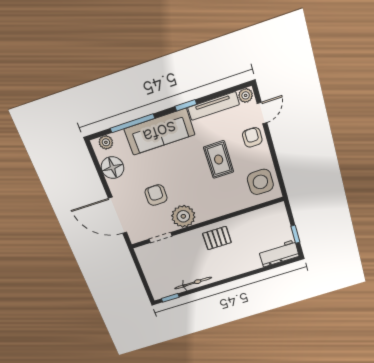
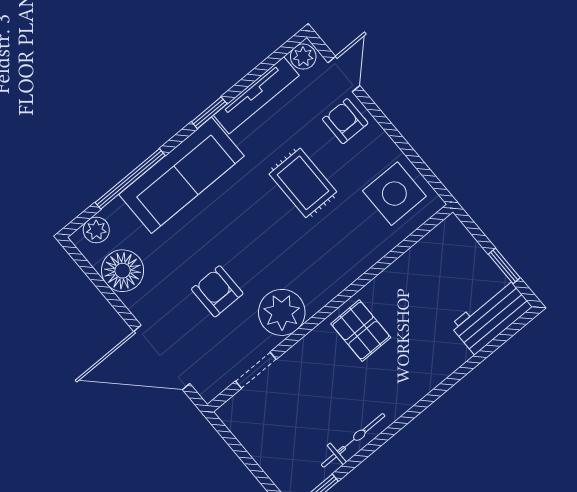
pallet: (217, 238) -> (361, 331), turned 90

